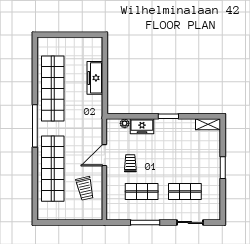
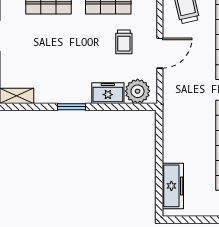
freezer: (95, 78) -> (173, 186), moved
plant: (125, 123) -> (138, 91), width x1.87, depth x1.87

